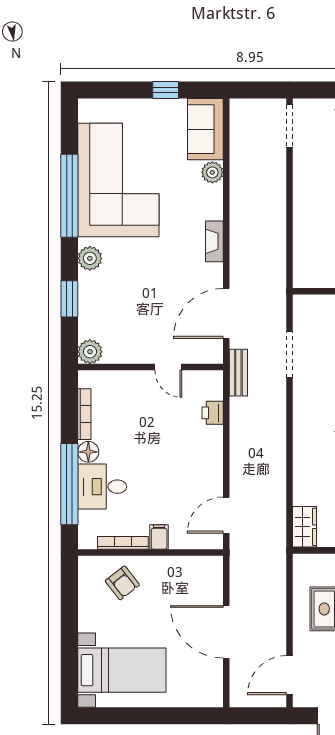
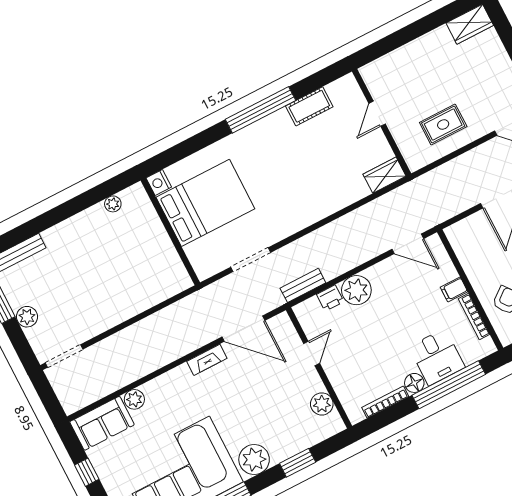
fireplace: (214, 241) -> (207, 360), moved
plant: (90, 258) -> (254, 460), width x1.36, depth x1.36
plant: (90, 352) -> (322, 404), moved
bench: (238, 373) -> (303, 285), moved
plant: (207, 442) -> (356, 290), added

